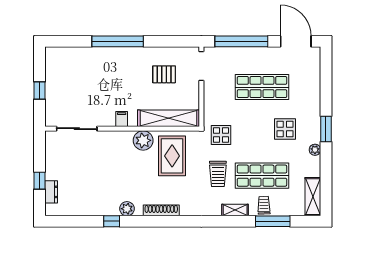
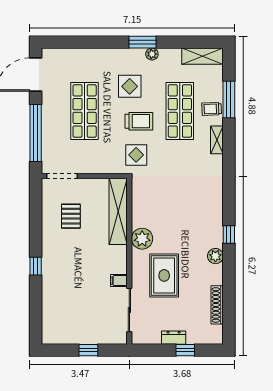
window: (118, 41) -> (36, 266), width x0.32
filing cabinet: (122, 119) -> (119, 281), moved
window: (326, 129) -> (143, 42), moved
rug: (172, 156) -> (164, 275), moved, turned 90
trolley: (218, 174) -> (139, 121), moved
dresser: (51, 192) -> (174, 338), moved
shoe rack: (161, 210) -> (217, 305), moved
window: (112, 221) -> (229, 234), moved

